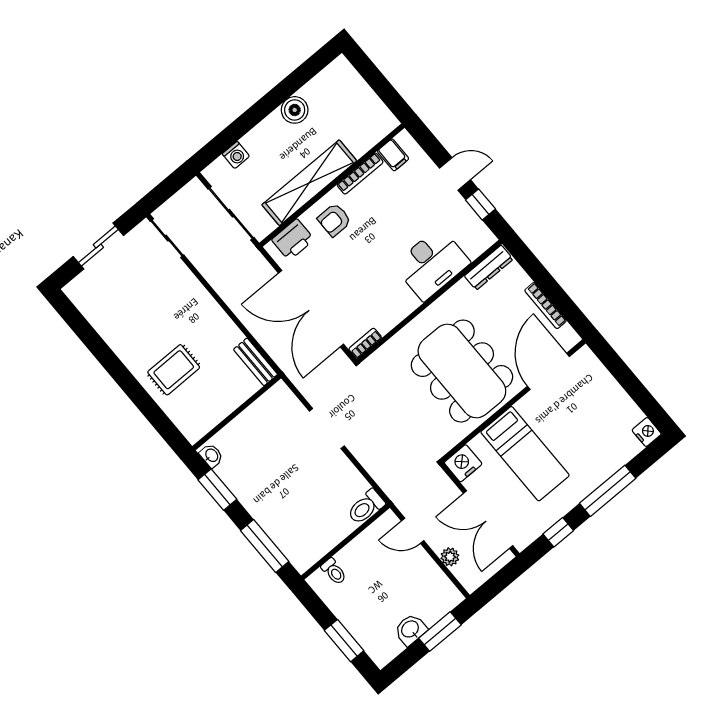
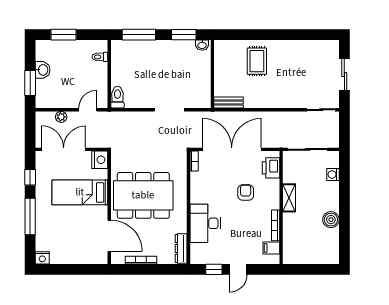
shelving: (309, 183) -> (289, 198), width x0.45, depth x0.75
armchair: (334, 220) -> (246, 192), moved

